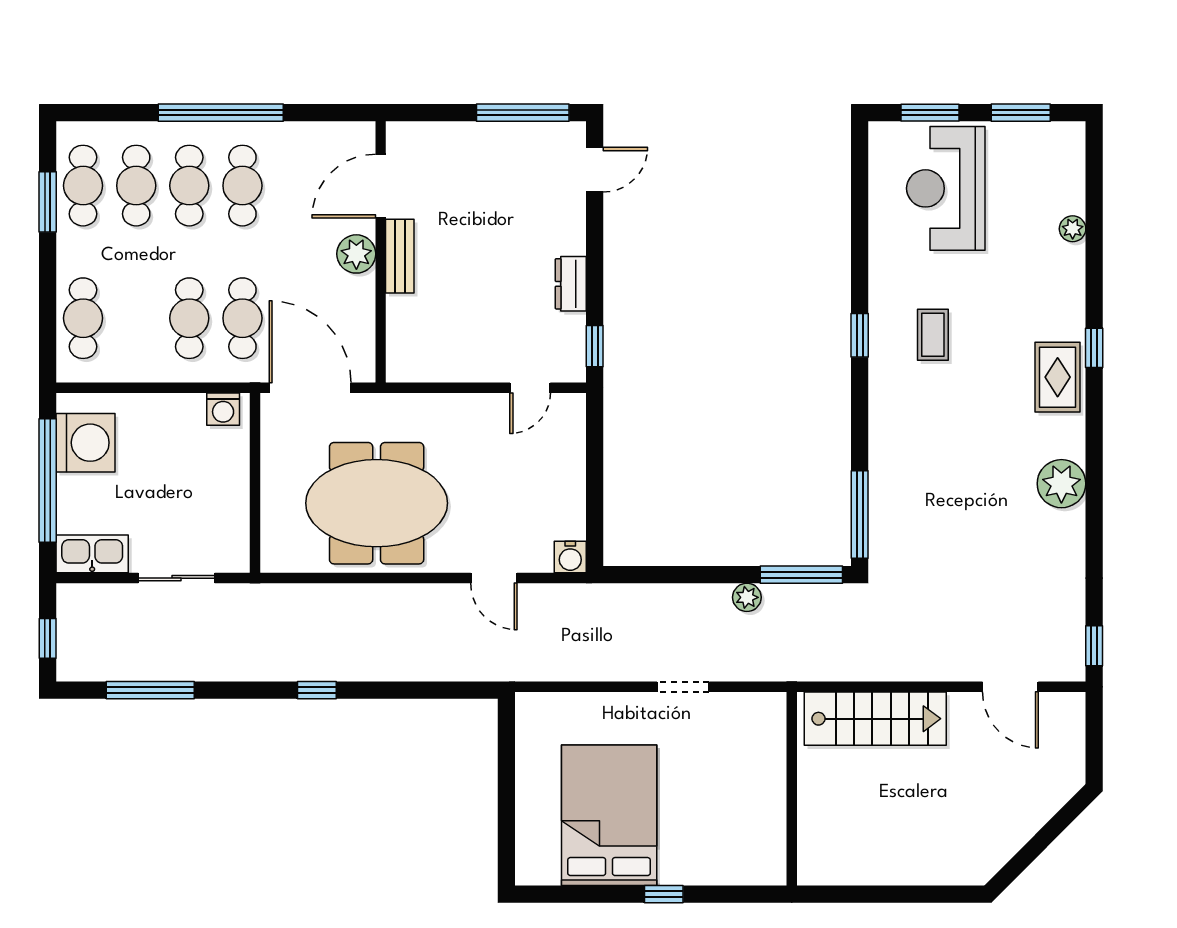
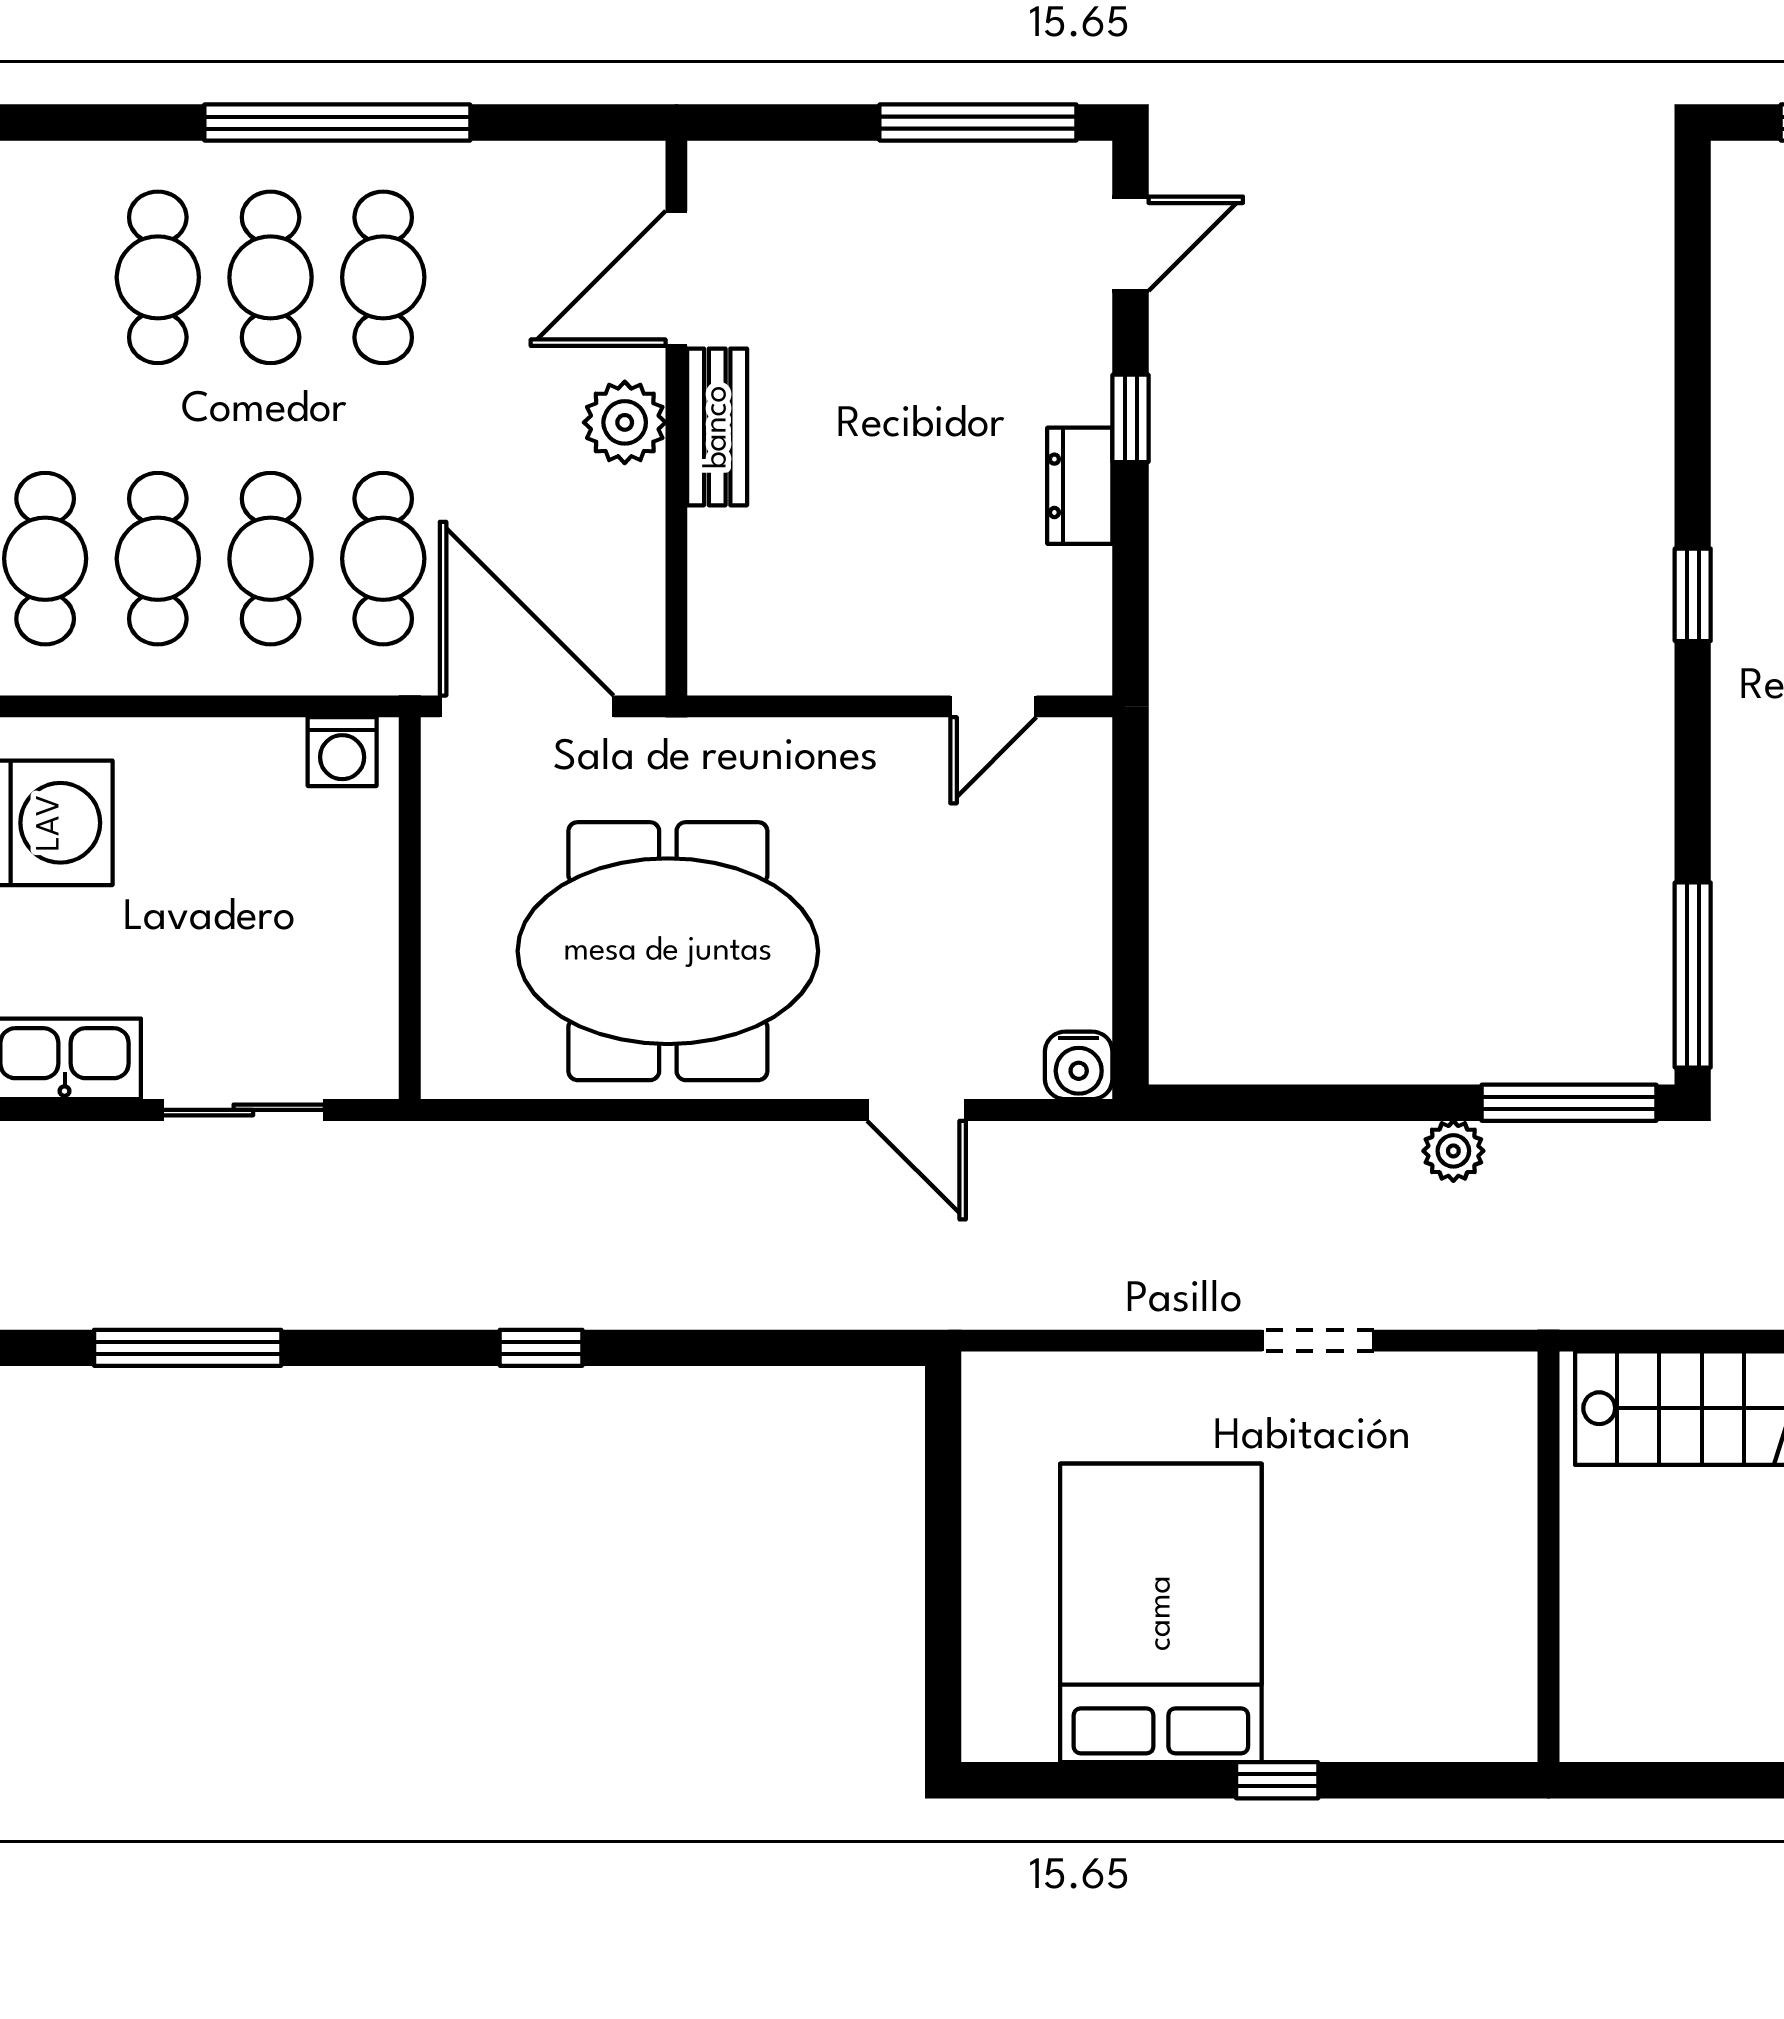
cafe table: (83, 186) -> (158, 559), moved
window: (595, 346) -> (1131, 418), moved

